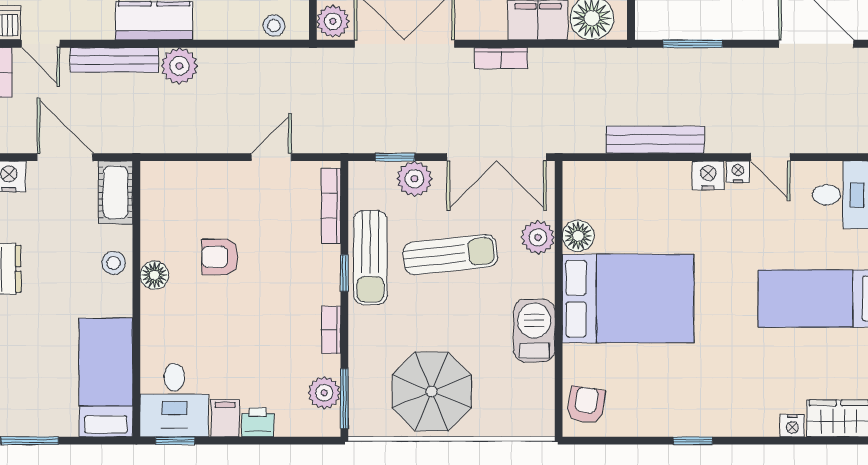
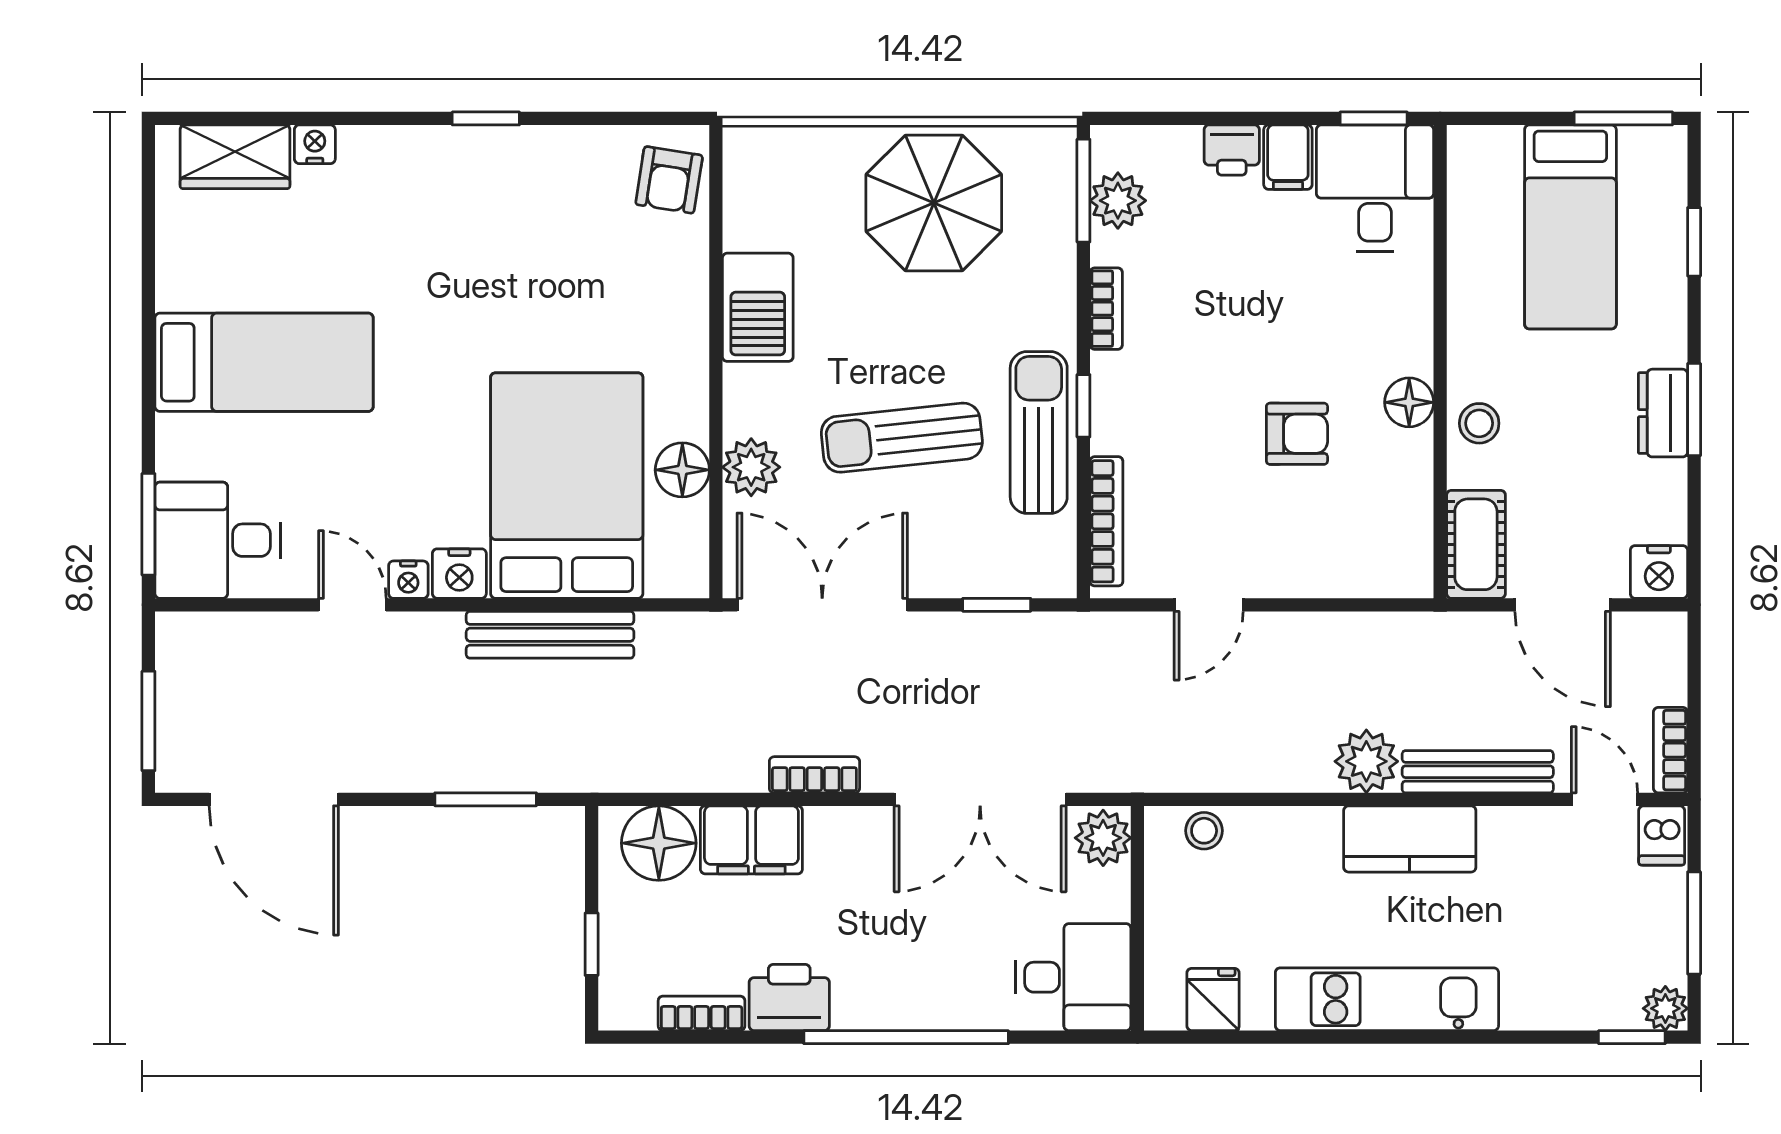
plant: (414, 179) -> (963, 568), removed
bed: (628, 299) -> (567, 486), moved, turned 90
bed: (106, 377) -> (1570, 227), moved

